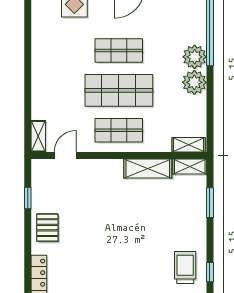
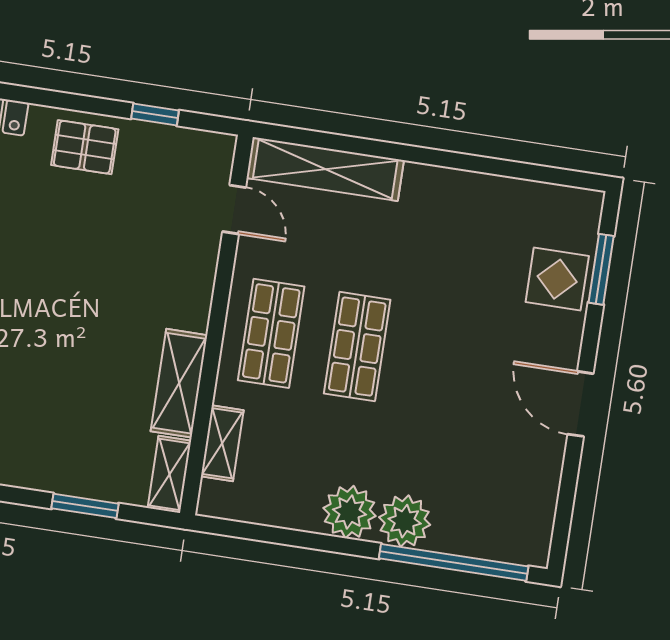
shop shelf: (119, 50) -> (443, 360), removed
shop shelf: (119, 90) -> (357, 347), width x0.70, depth x0.74
shelving: (38, 136) -> (325, 169), width x2.20, depth x1.33
shelving: (189, 145) -> (222, 443), moved

